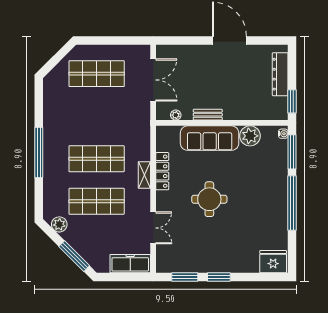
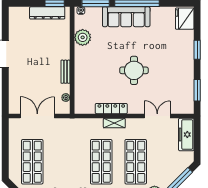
dresser: (280, 74) -> (47, 13), moved
sofa: (210, 138) -> (126, 17), moved, turned 90
window: (219, 277) -> (197, 50), moved

